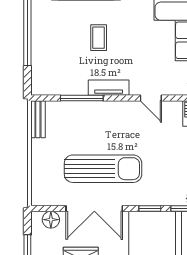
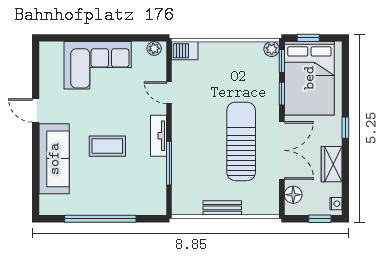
coffee table: (99, 38) -> (107, 146), width x1.36, depth x1.30
door: (151, 98) -> (169, 93), swing flipped
bench: (38, 119) -> (222, 208), moved

